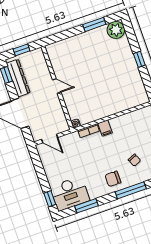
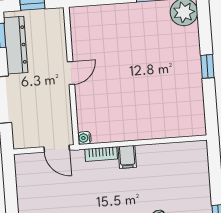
door: (57, 86) -> (71, 73), hinge flipped
door: (50, 138) -> (57, 149), moved

